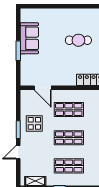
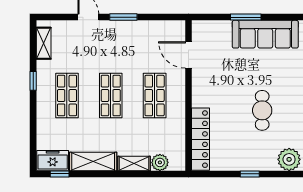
sofa: (29, 38) -> (265, 34), width x1.36
door: (43, 88) -> (188, 55), hinge flipped
display table: (34, 123) -> (133, 42), removed

